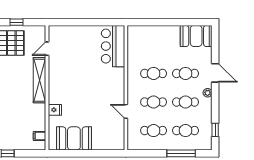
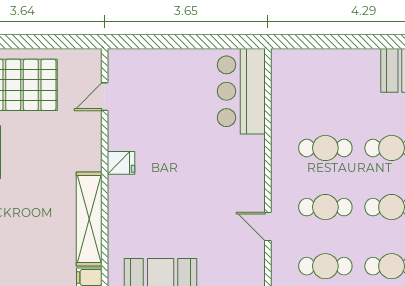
window: (16, 22) -> (42, 42), removed
shelving: (39, 80) -> (89, 219), moved
fridge: (55, 110) -> (121, 163), moved

